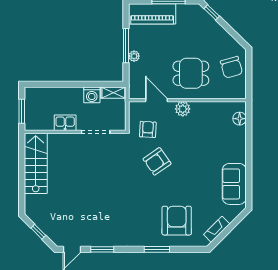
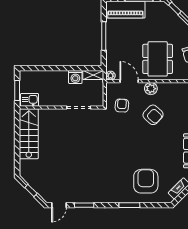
plant: (134, 56) -> (111, 76), moved
dining table: (191, 73) -> (158, 59), width x1.37
kitchen sink: (65, 123) -> (29, 100), moved
armchair: (157, 161) -> (153, 115), moved, turned -102

